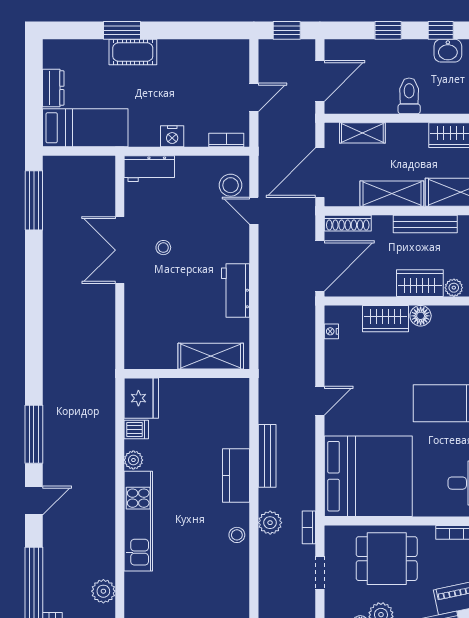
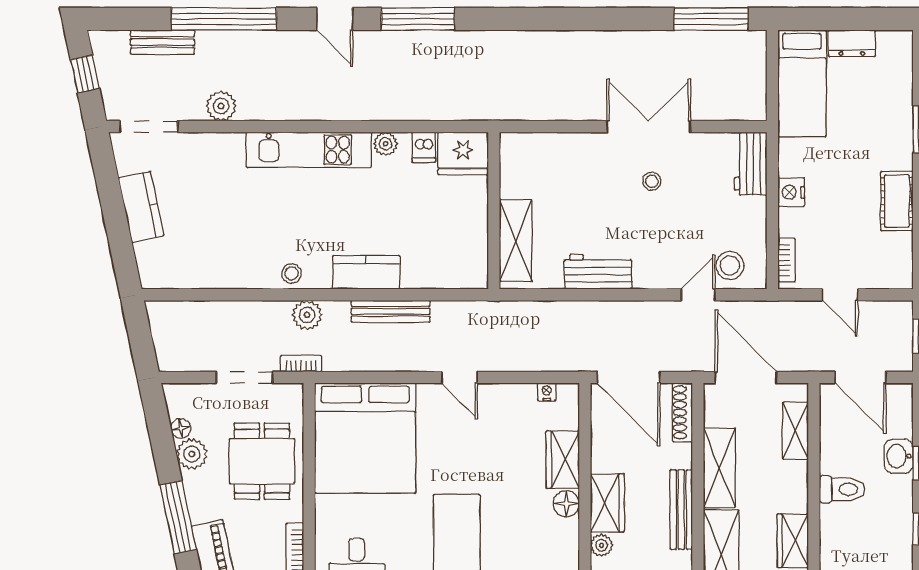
washbasin: (448, 51) -> (899, 456), moved
cot: (133, 52) -> (897, 201), moved
doorway: (320, 573) -> (244, 377), width x1.38

